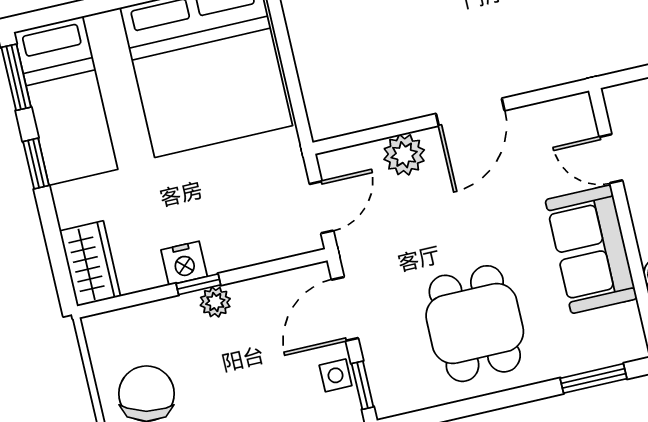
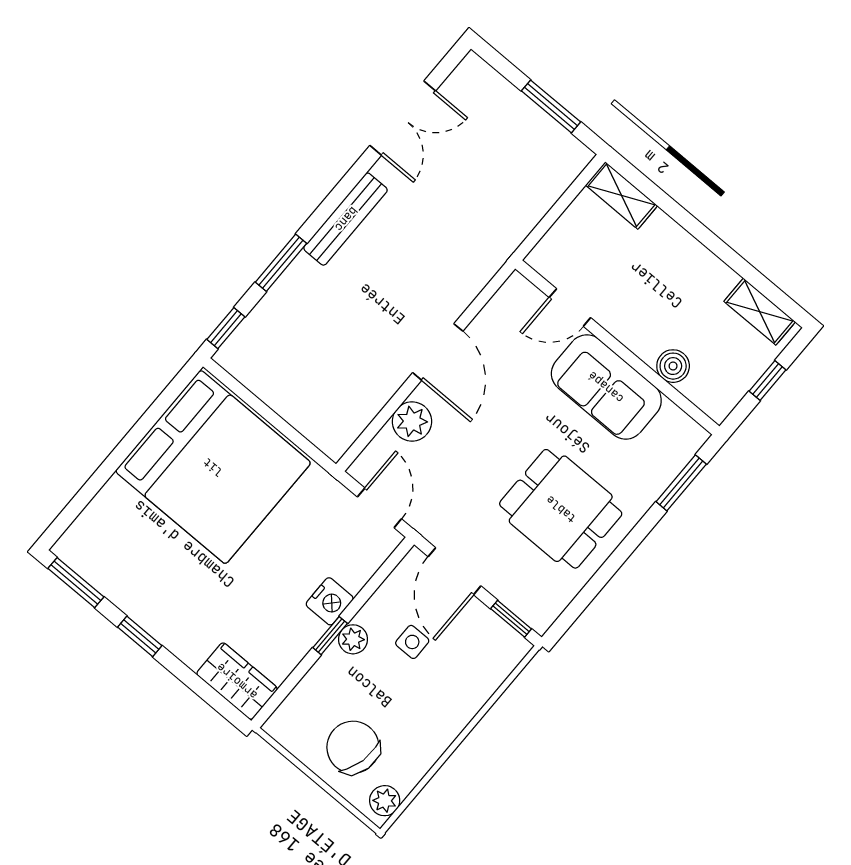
bed: (66, 101) -> (127, 572), removed
nightstand: (184, 263) -> (330, 601), moved
side table: (336, 375) -> (412, 642), moved

